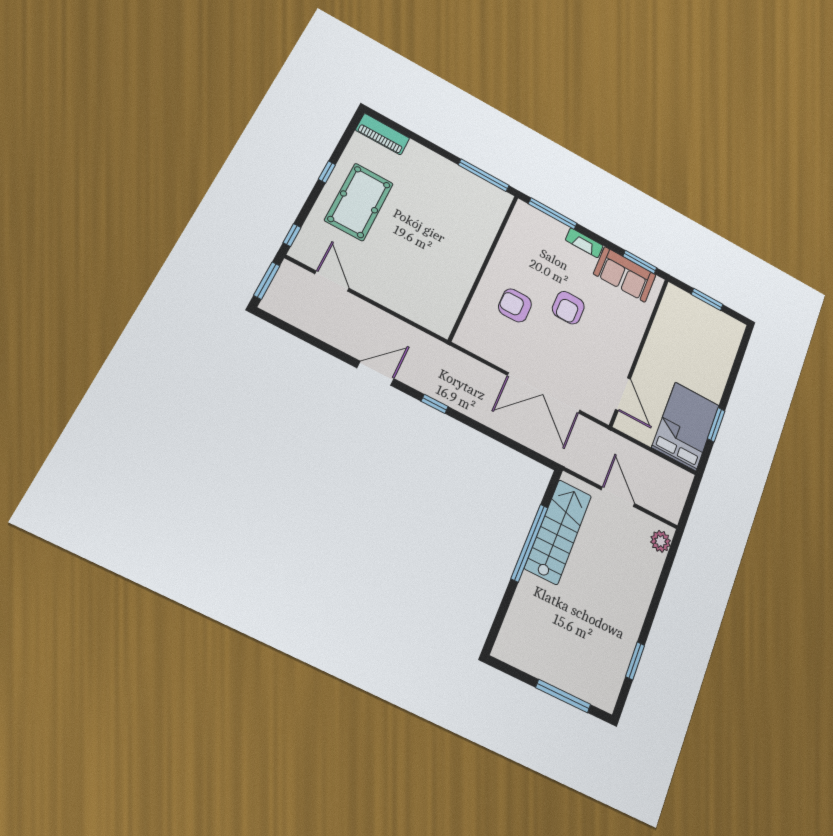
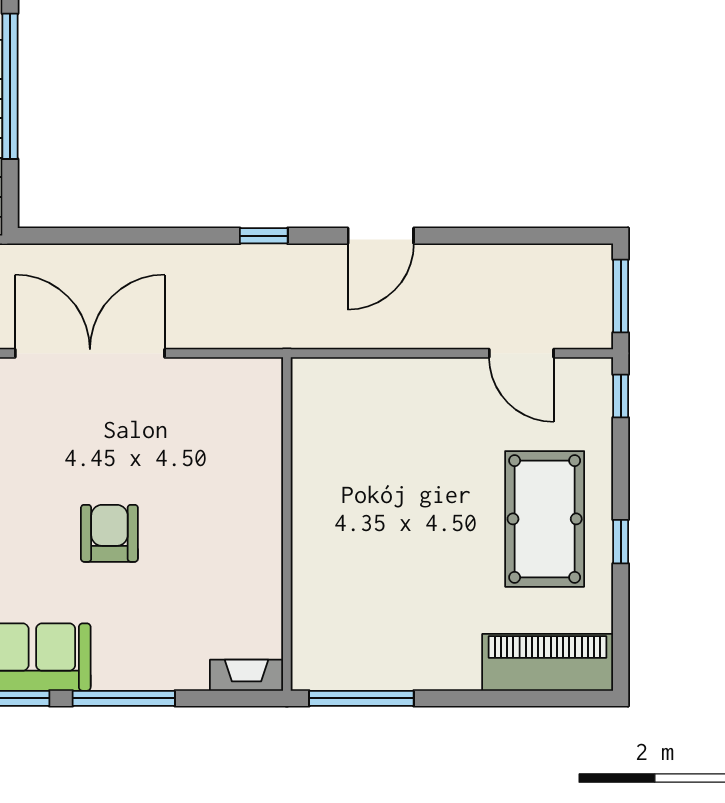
piano: (383, 134) -> (548, 662), width x1.37, depth x1.33
window: (553, 214) -> (124, 698), moved
fireplace: (584, 243) -> (246, 675), moved
armchair: (515, 305) -> (204, 484), removed

